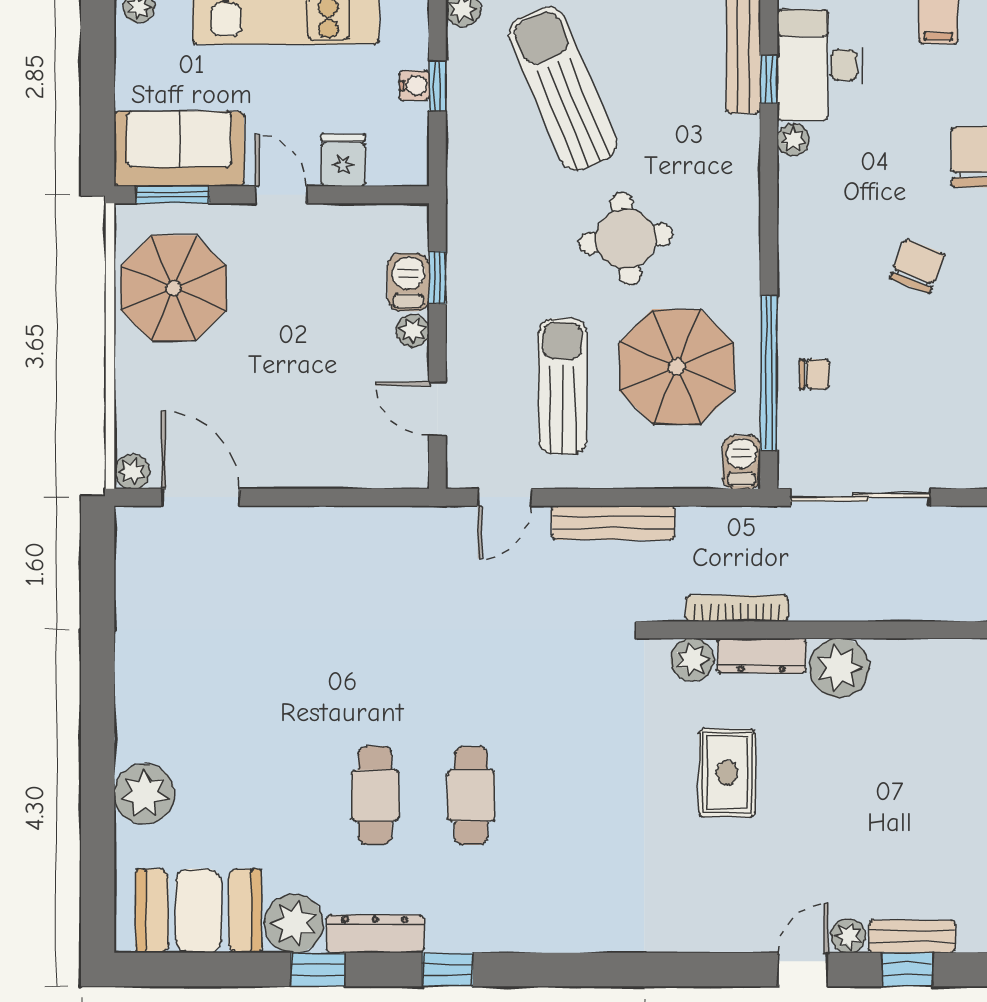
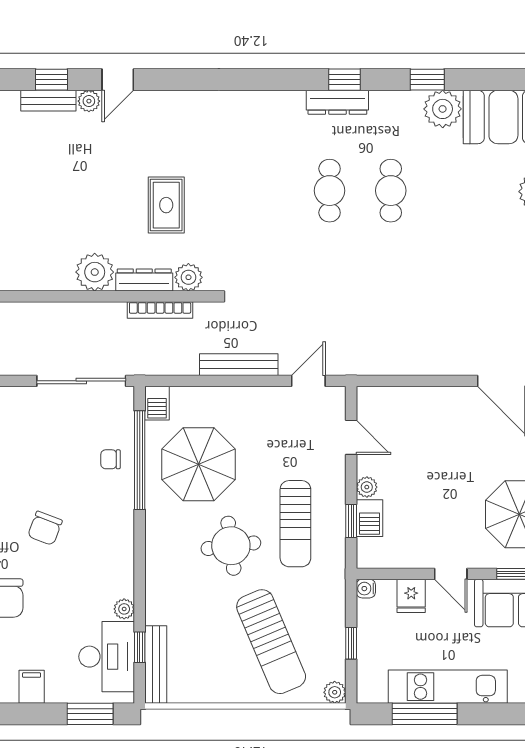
water cooler: (414, 85) -> (366, 589), moved
sun lounger: (563, 386) -> (295, 524), moved
dresser: (375, 934) -> (337, 102), moved

